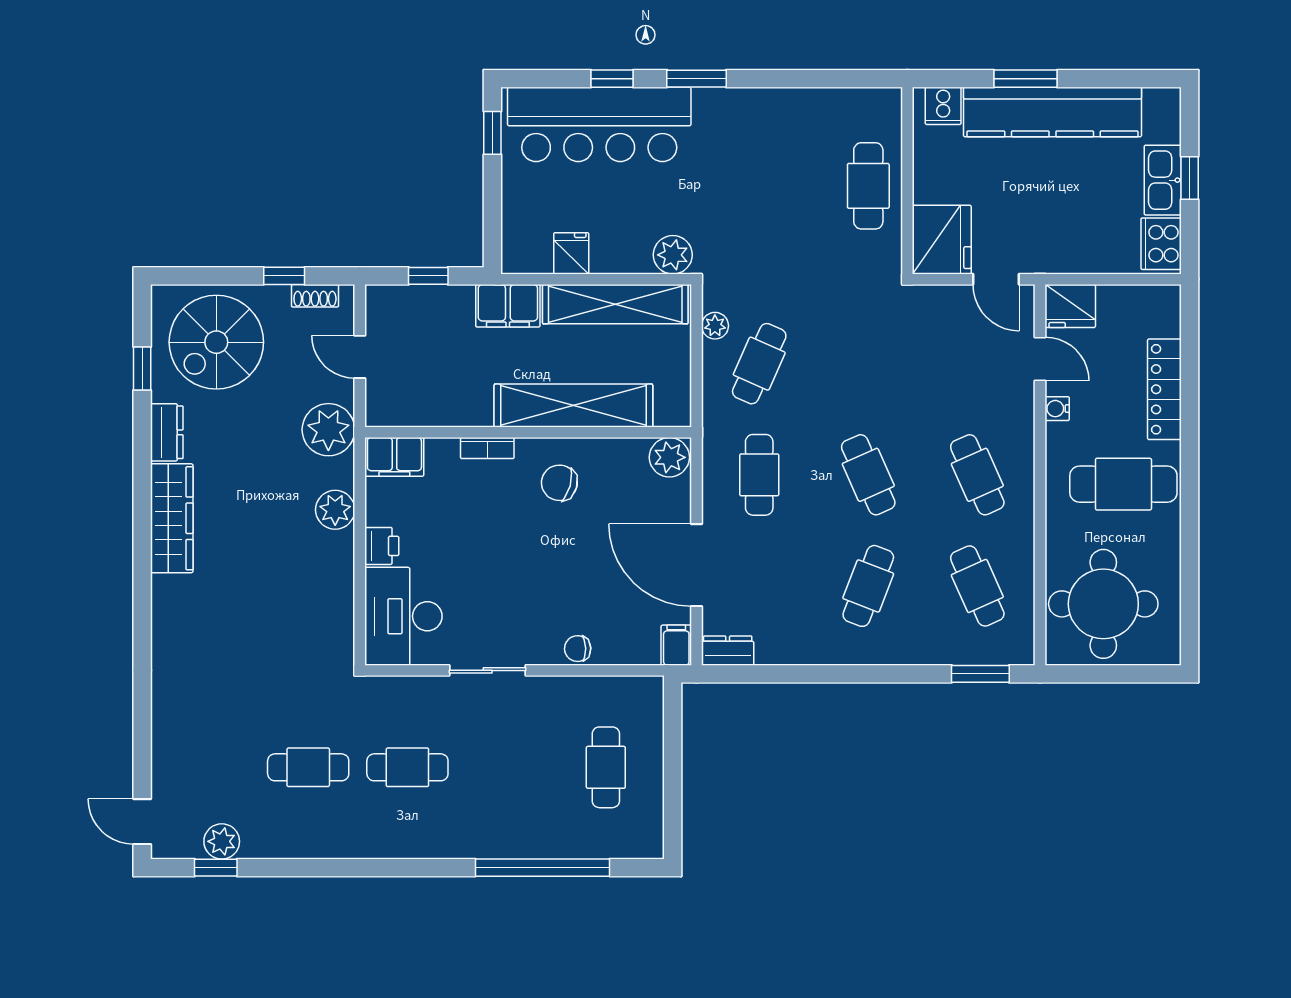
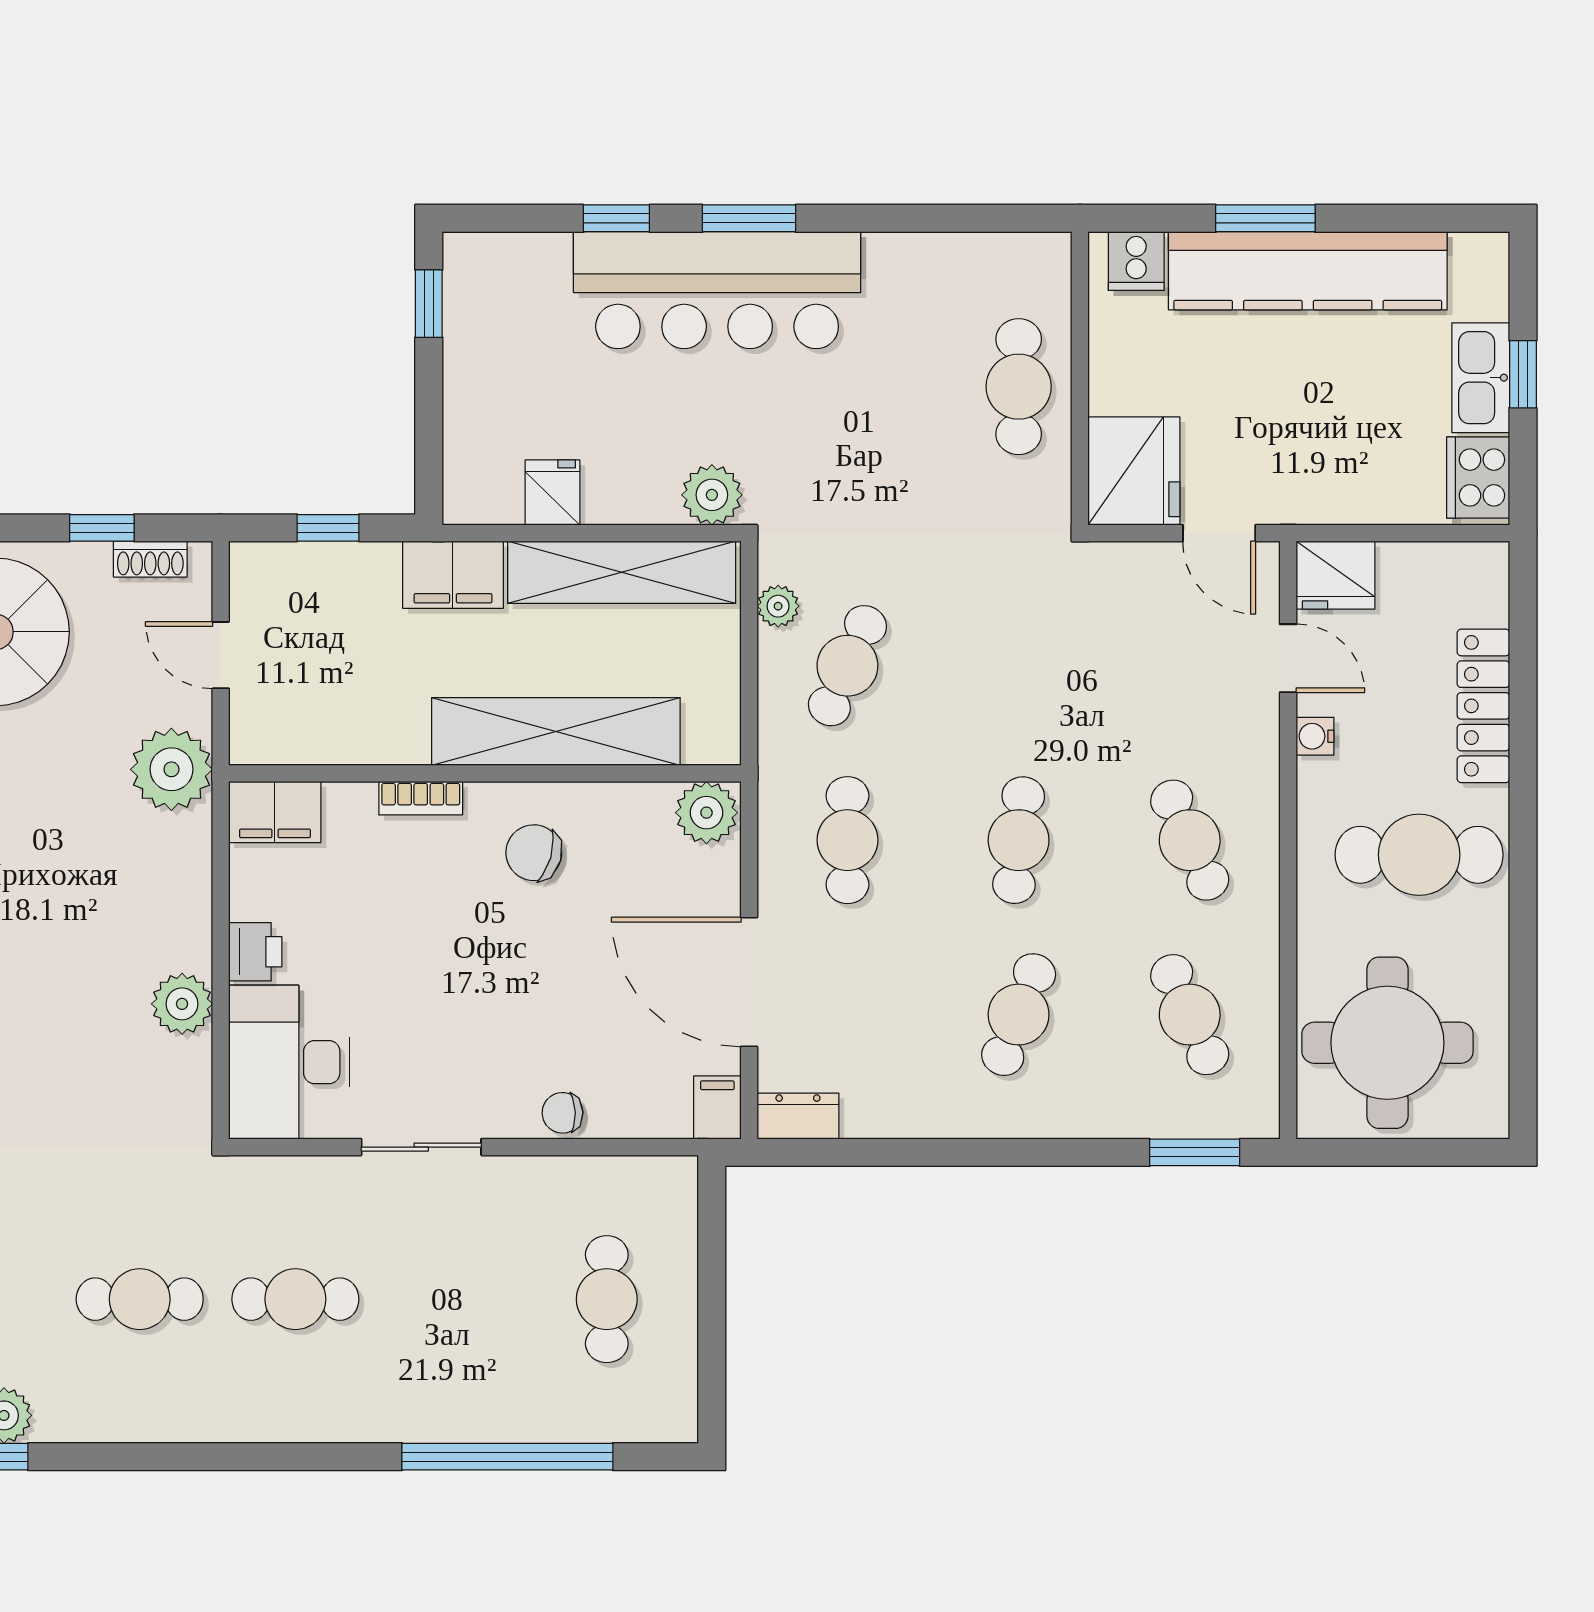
bar counter: (599, 124) -> (717, 290), moved
cafe table: (868, 475) -> (1019, 840), turned 30
plant: (335, 510) -> (182, 1004), moved

